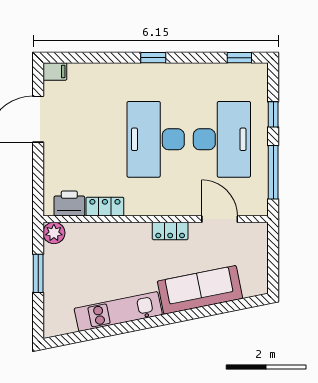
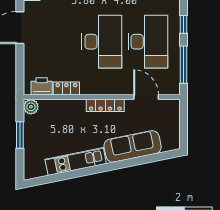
desk: (156, 139) -> (102, 42), turned 180
locker: (170, 231) -> (105, 105), width x1.53

